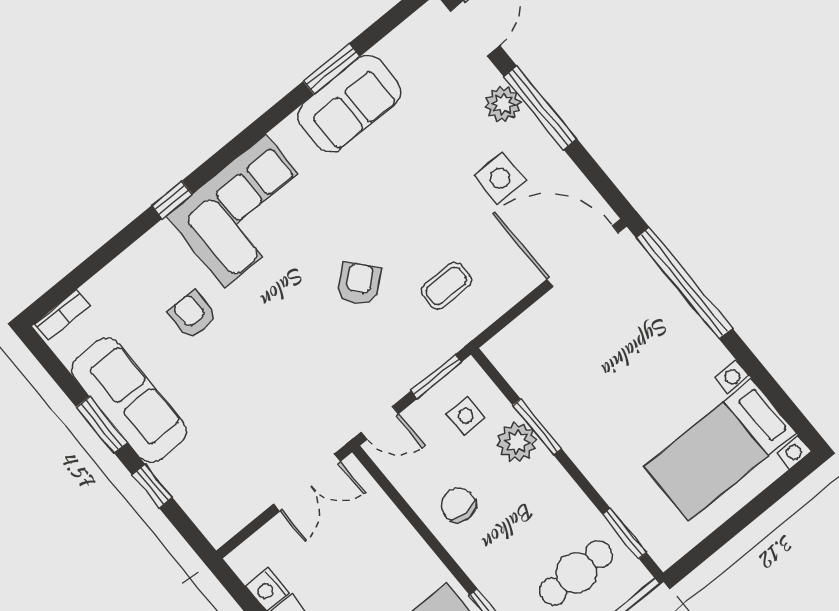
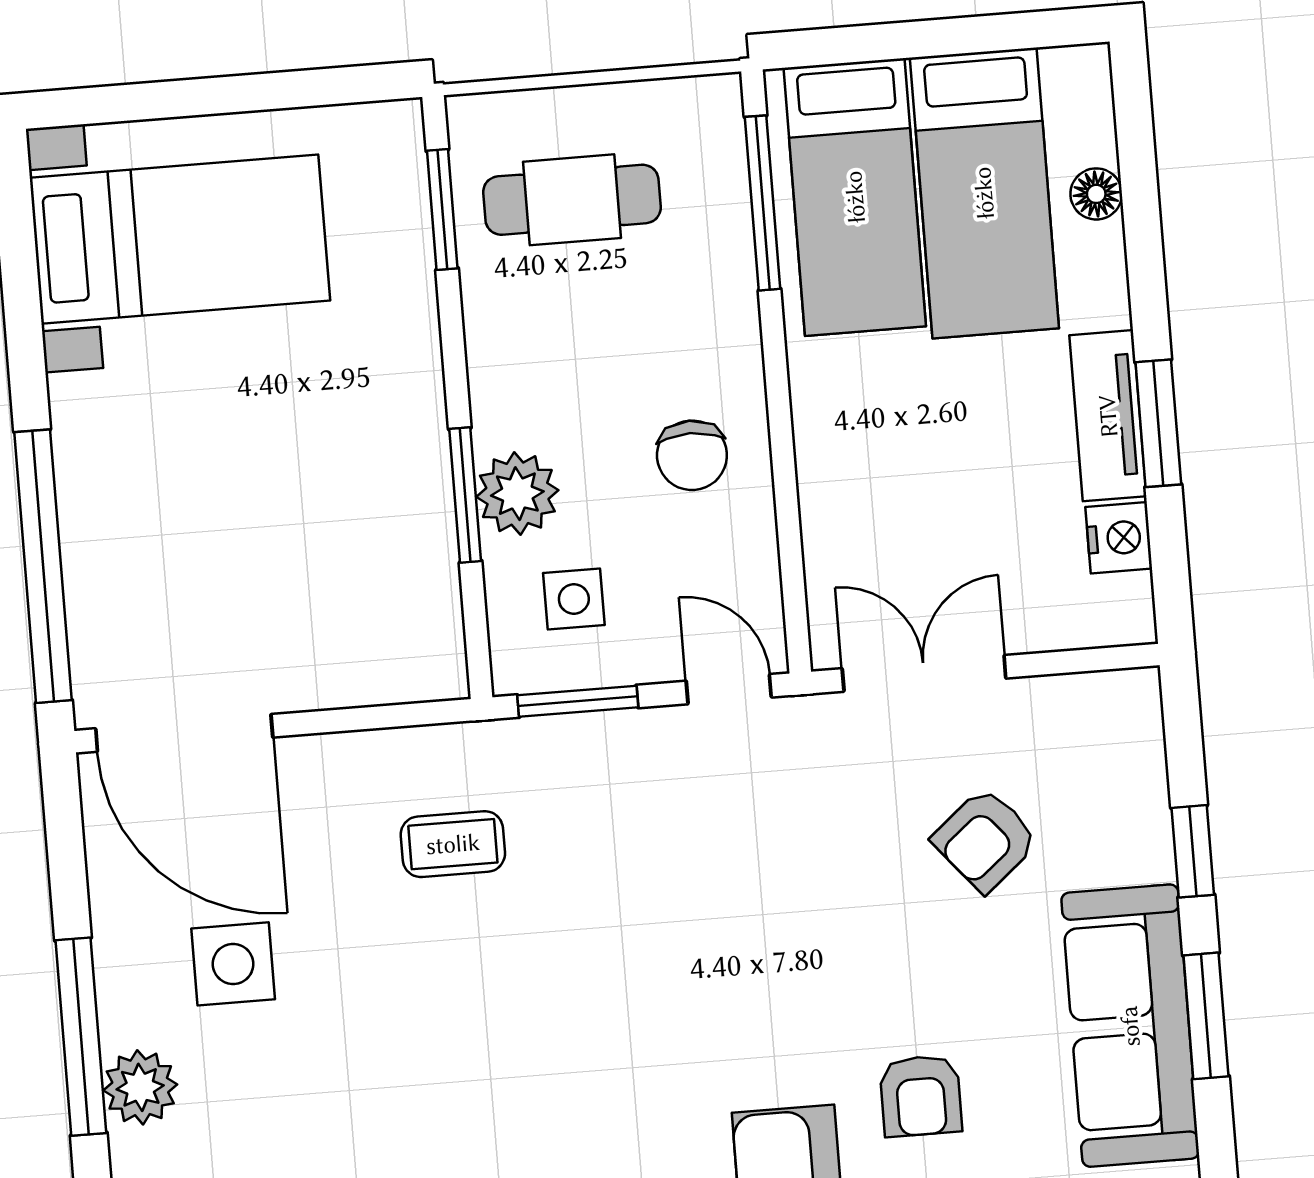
armchair: (359, 284) -> (985, 840), moved

